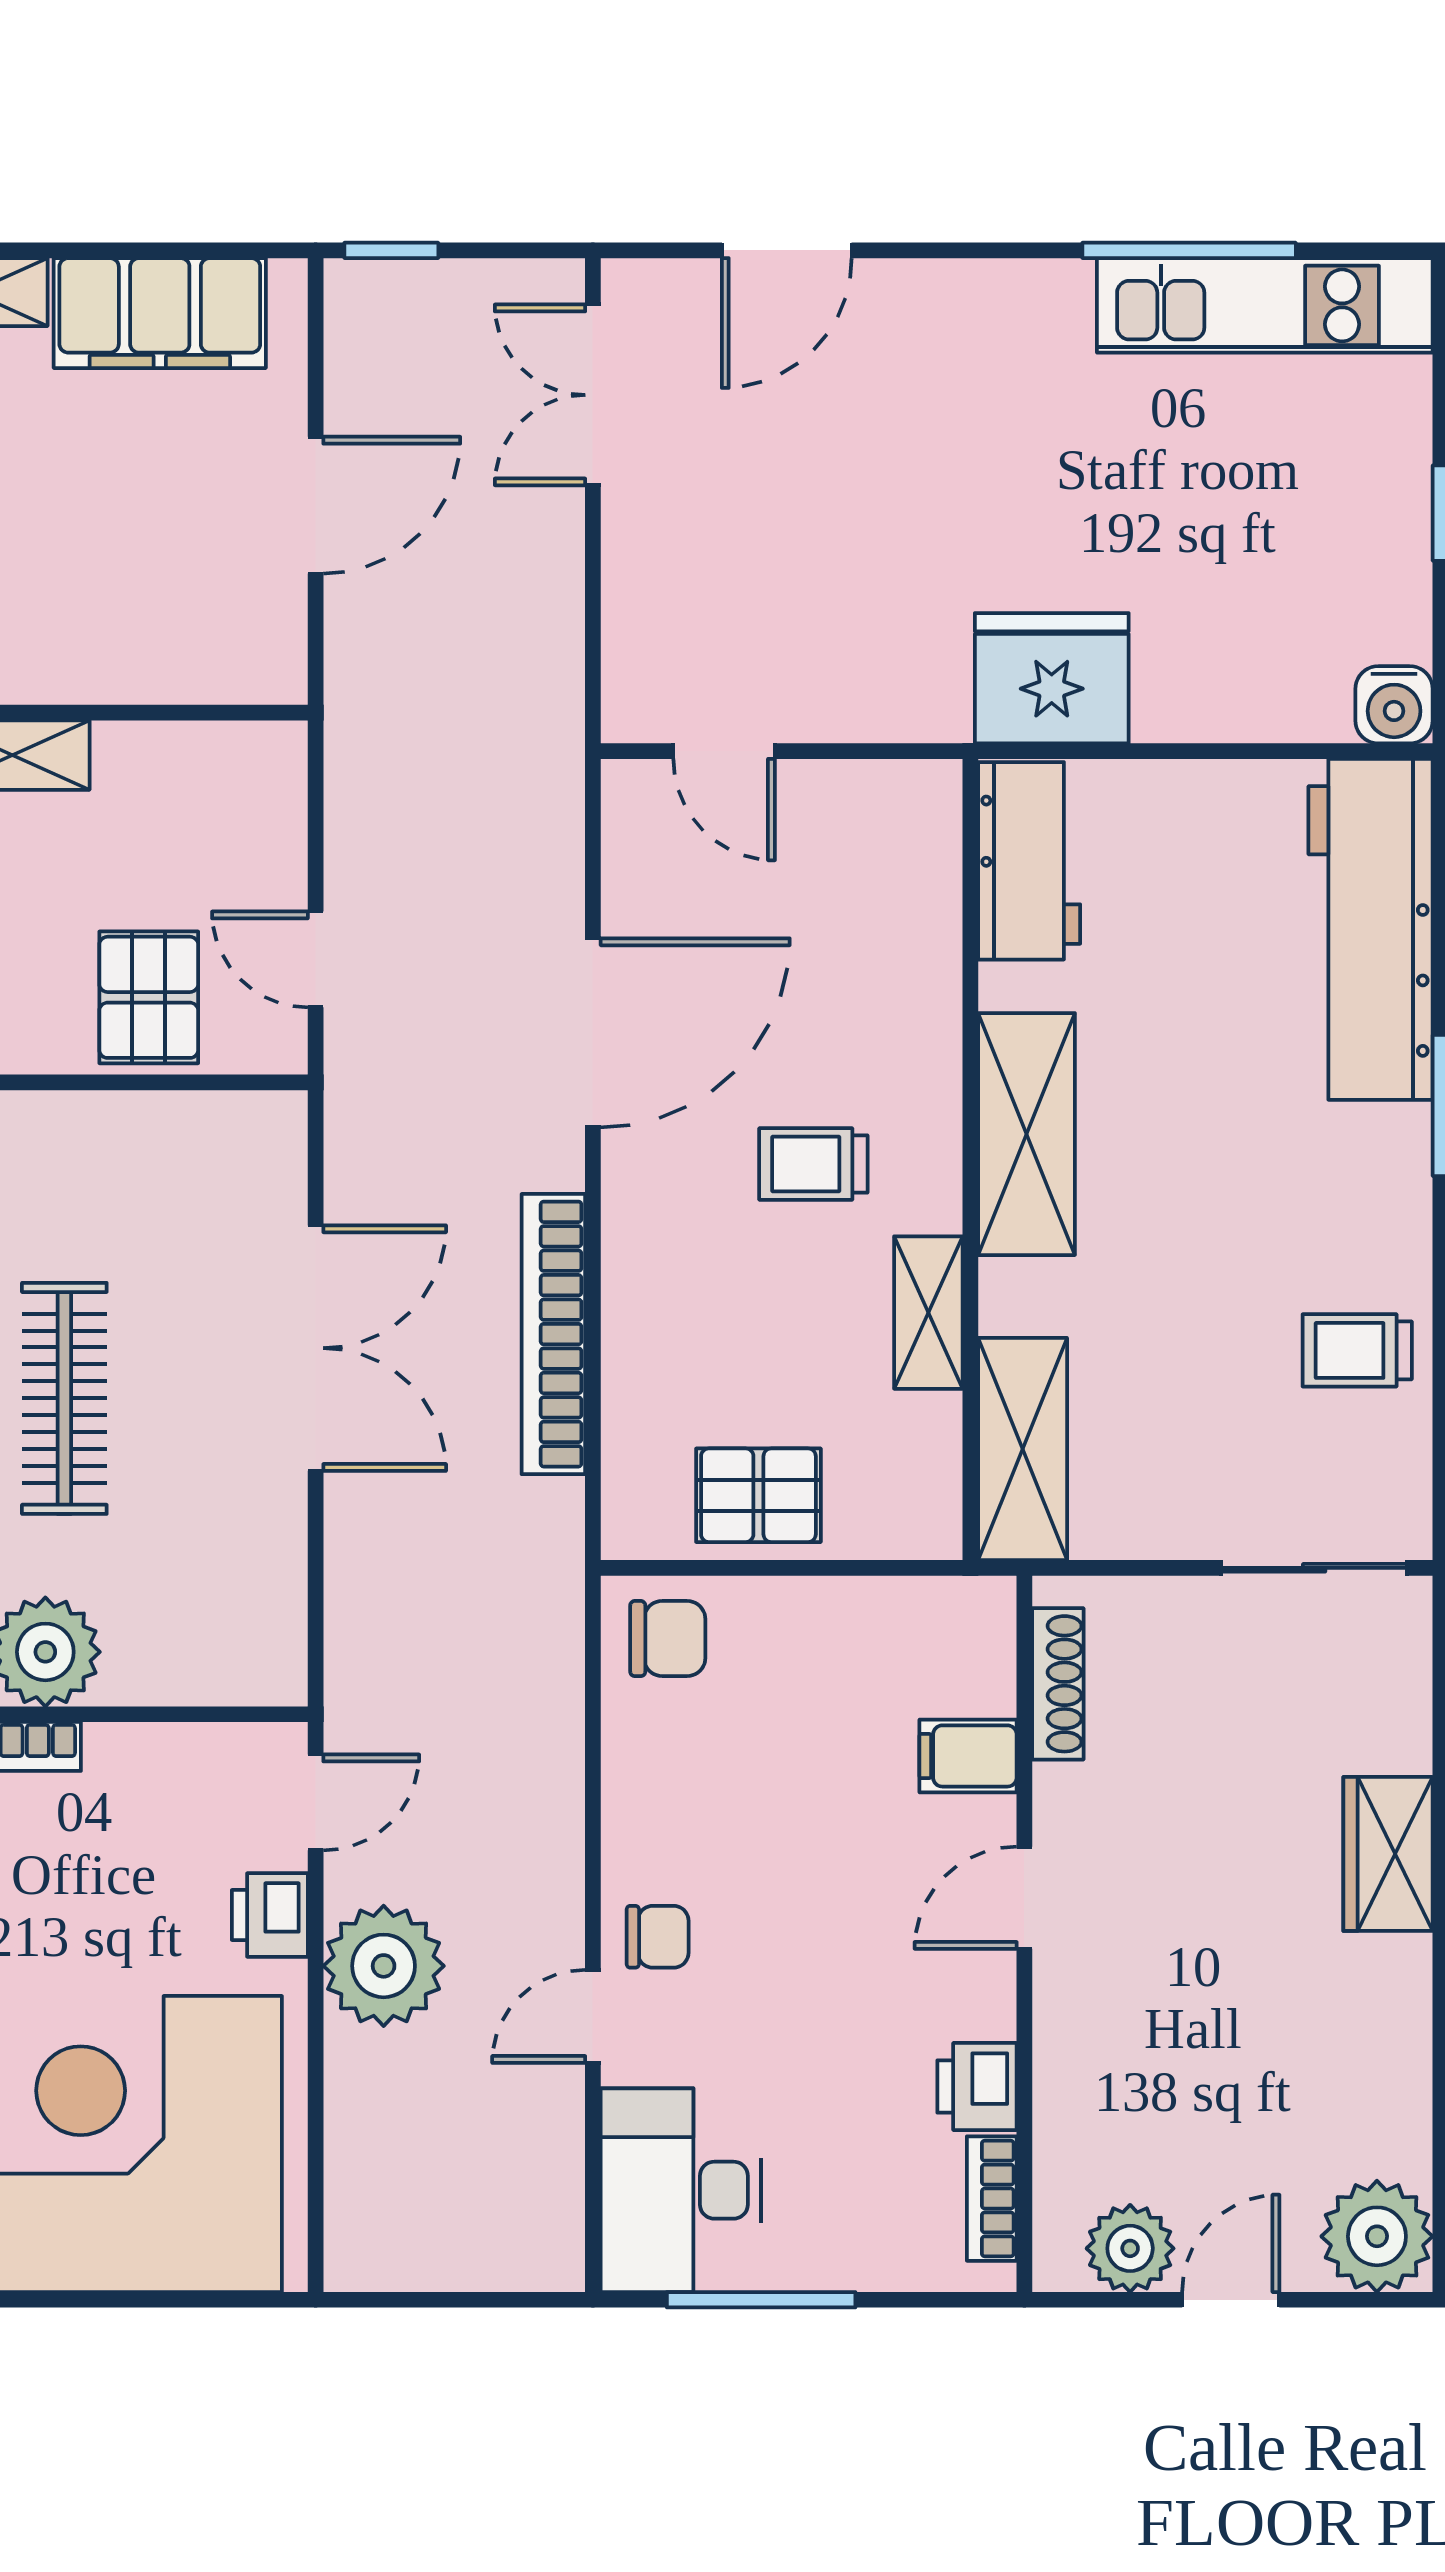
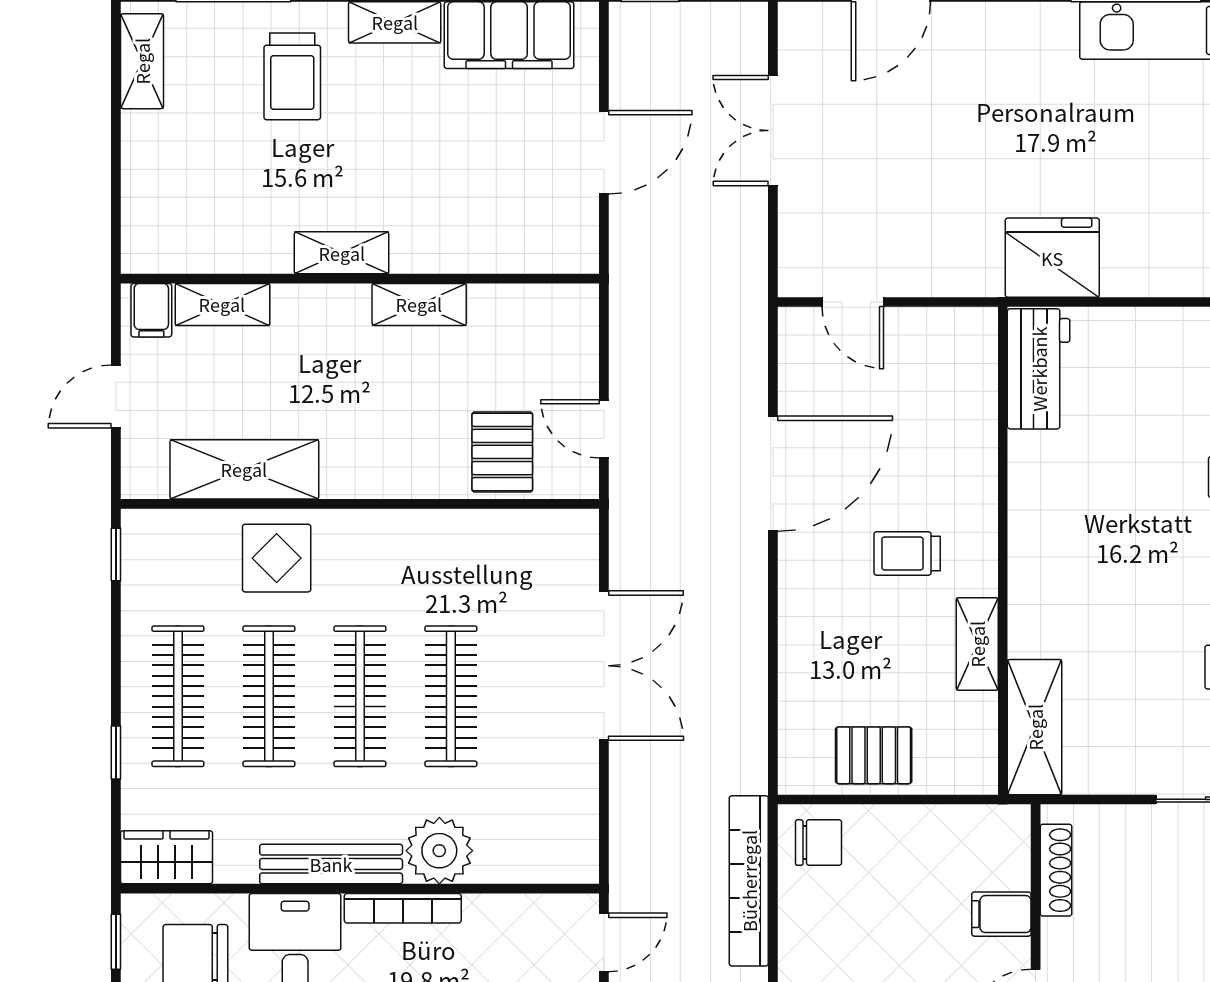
double door: (593, 395) -> (773, 131), moved
shelving: (1027, 1134) -> (1037, 535), removed
bookcase: (553, 1334) -> (749, 881), moved

